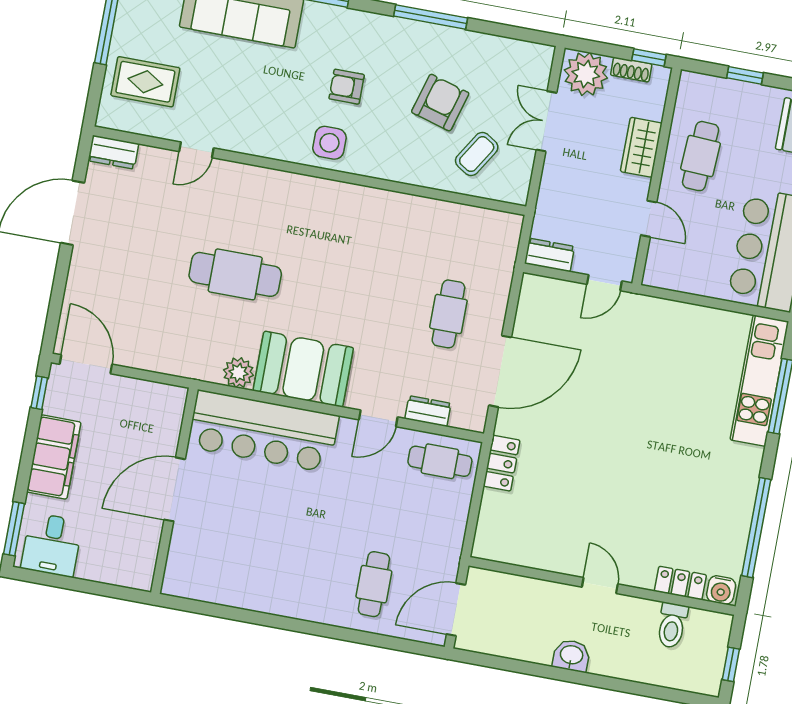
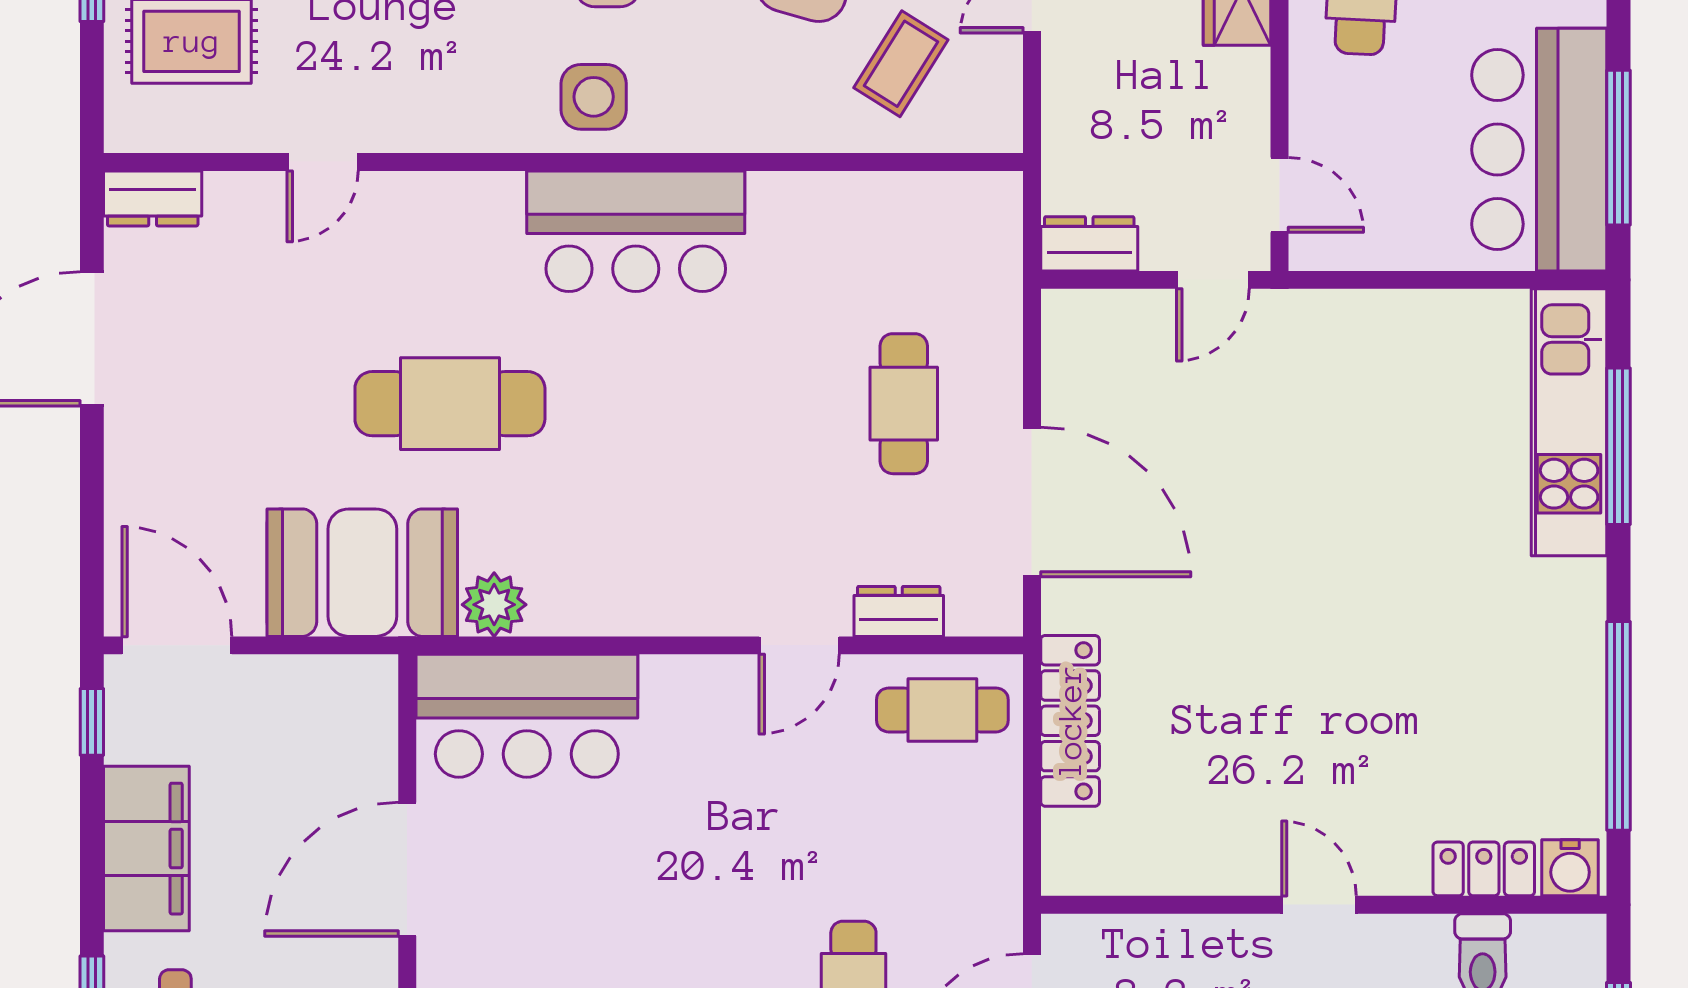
bar counter: (338, 210) -> (636, 231), added
door: (649, 219) -> (1280, 195), moved
booth: (303, 369) -> (362, 573), moved
door: (500, 371) -> (1032, 502), hinge flipped
bar counter: (263, 431) -> (527, 716), width x0.73
locker: (502, 463) -> (1070, 721), width x1.53

